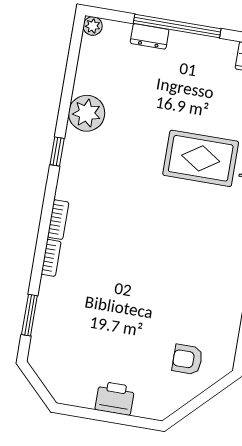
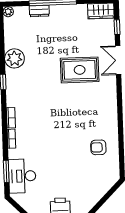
desk: (57, 330) -> (22, 176), added
armchair: (187, 359) -> (98, 147), moved

